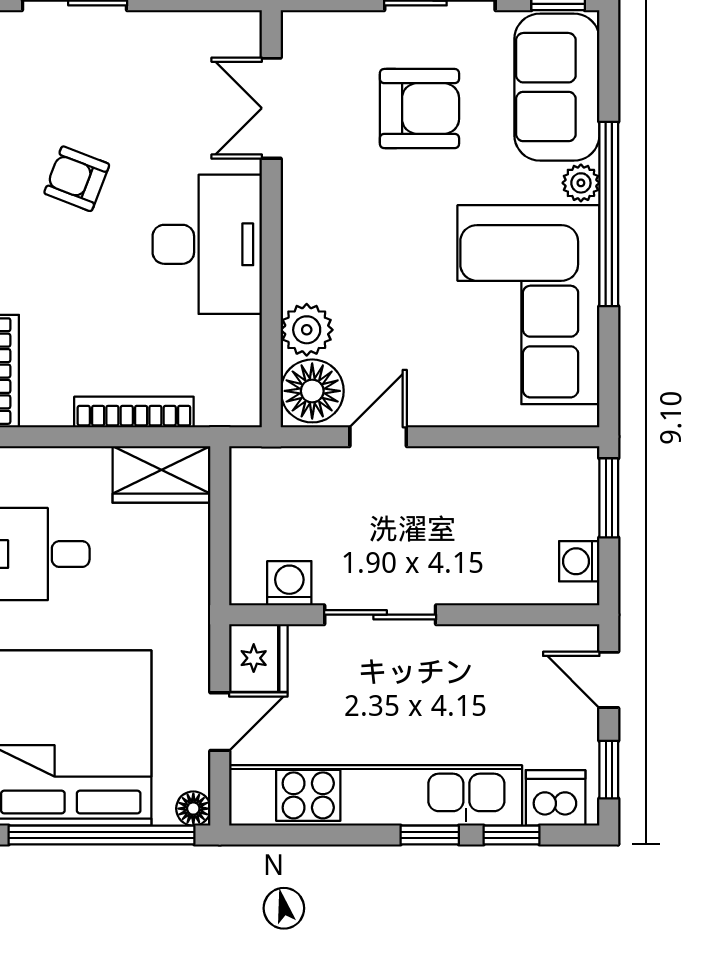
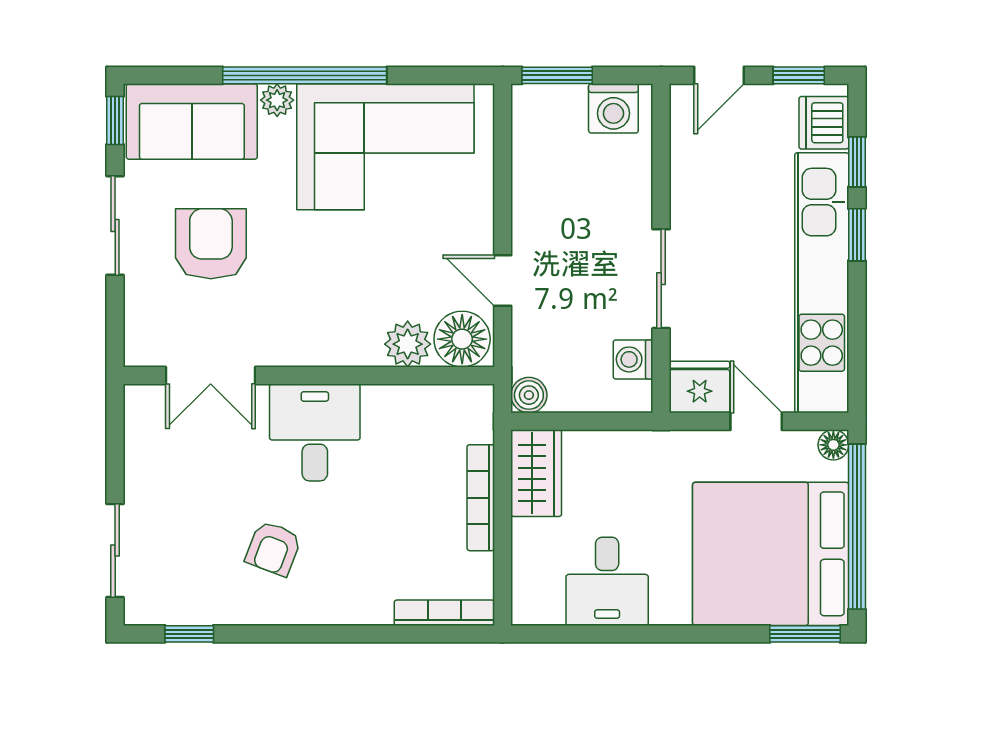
desk: (207, 244) -> (315, 432), width x0.73
boiler: (249, 466) -> (529, 395), added
washing machine: (579, 561) -> (613, 108), width x1.38, depth x1.38

